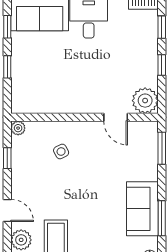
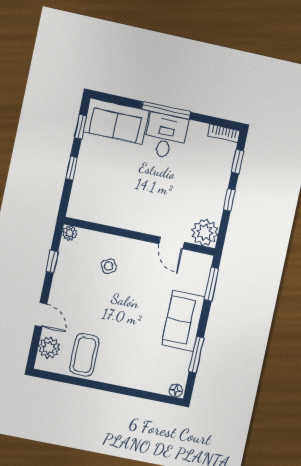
sofa: (142, 209) -> (183, 321), moved

